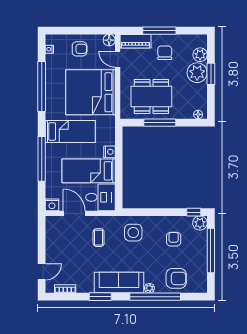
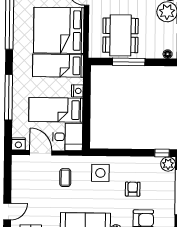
dining table: (151, 97) -> (120, 35), turned 90
bed: (70, 131) -> (58, 66), moved, turned 180
armchair: (174, 239) -> (133, 189), moved

